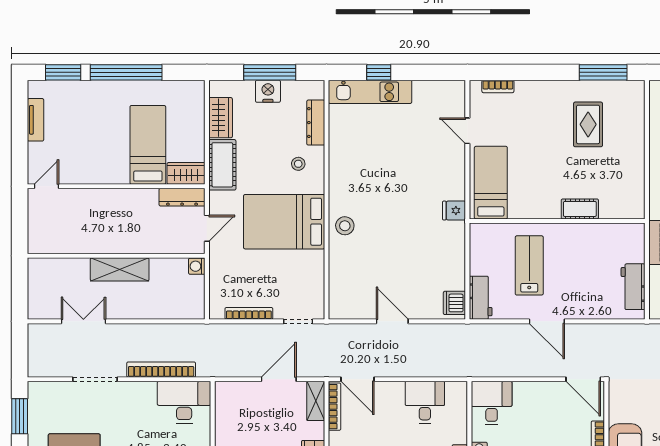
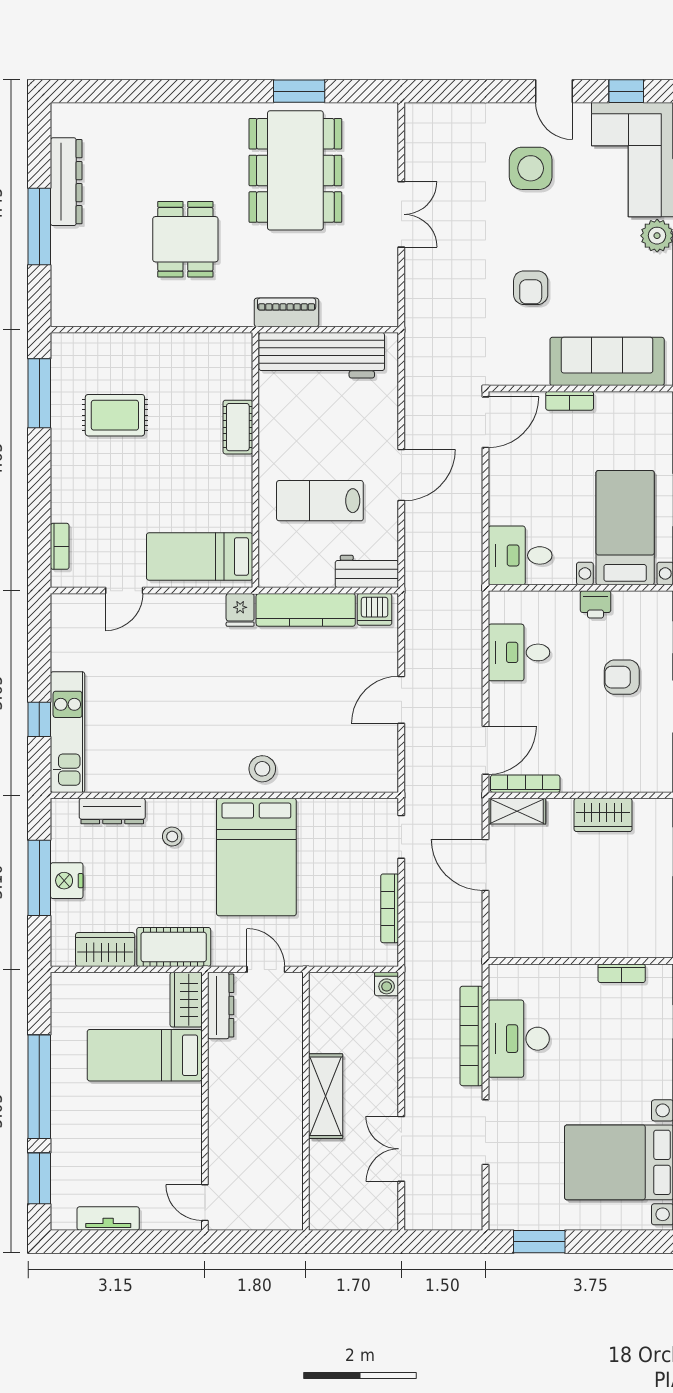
kitchen counter: (454, 256) -> (306, 610), added
washing machine: (197, 266) -> (387, 984), moved
workbench: (633, 287) -> (322, 355), width x1.88, depth x1.32
desk: (184, 402) -> (519, 1039), moved

